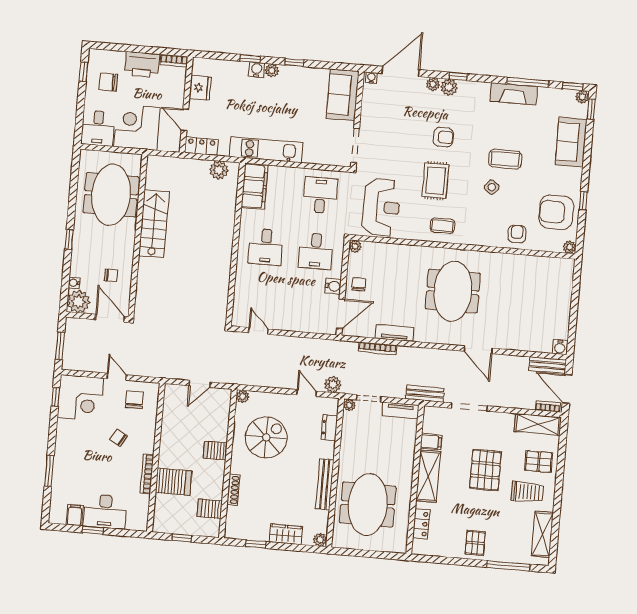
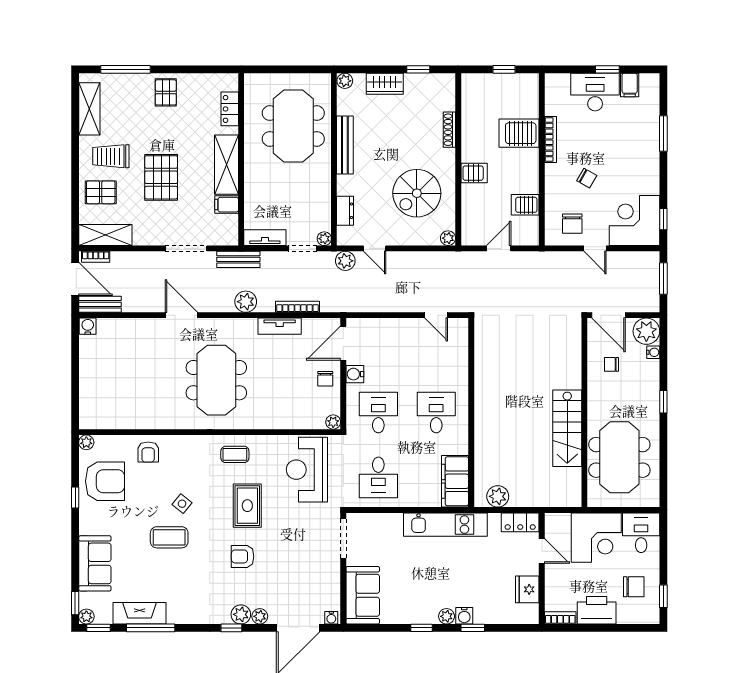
fireplace: (514, 94) -> (139, 613), moved
plant: (422, 357) -> (246, 302), added
server rack: (210, 509) -> (525, 205), moved, turned 180

